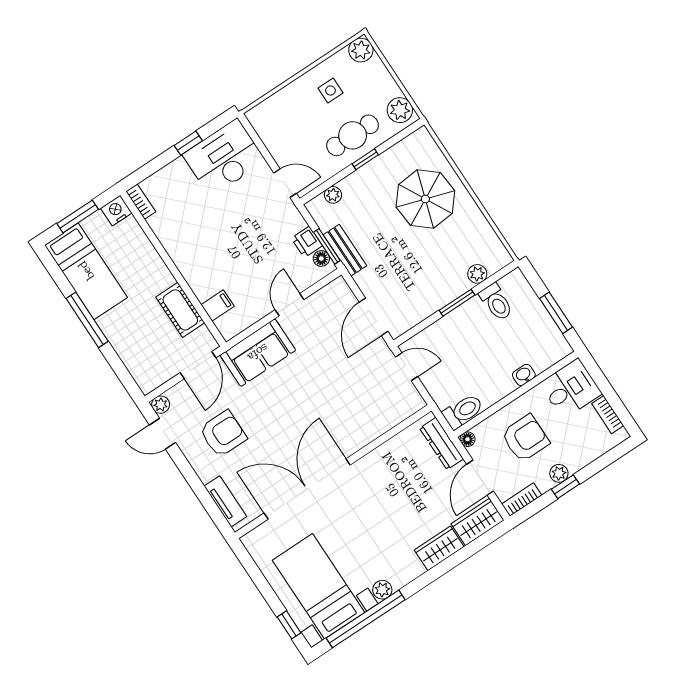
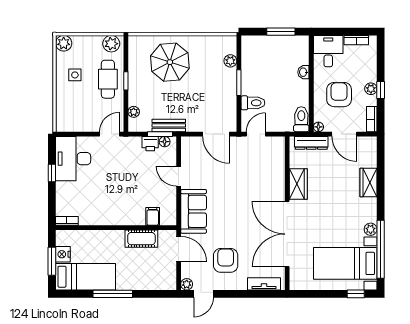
nightstand: (116, 211) -> (63, 254), moved
toilet: (496, 302) -> (253, 103), moved
wardrobe: (478, 522) -> (298, 184), moved, turned 180

